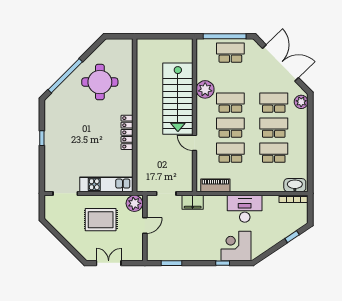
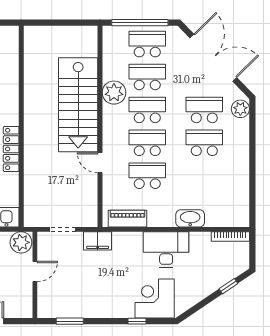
school desk: (274, 153) -> (147, 77), moved
washbasin: (295, 185) -> (190, 218), moved

